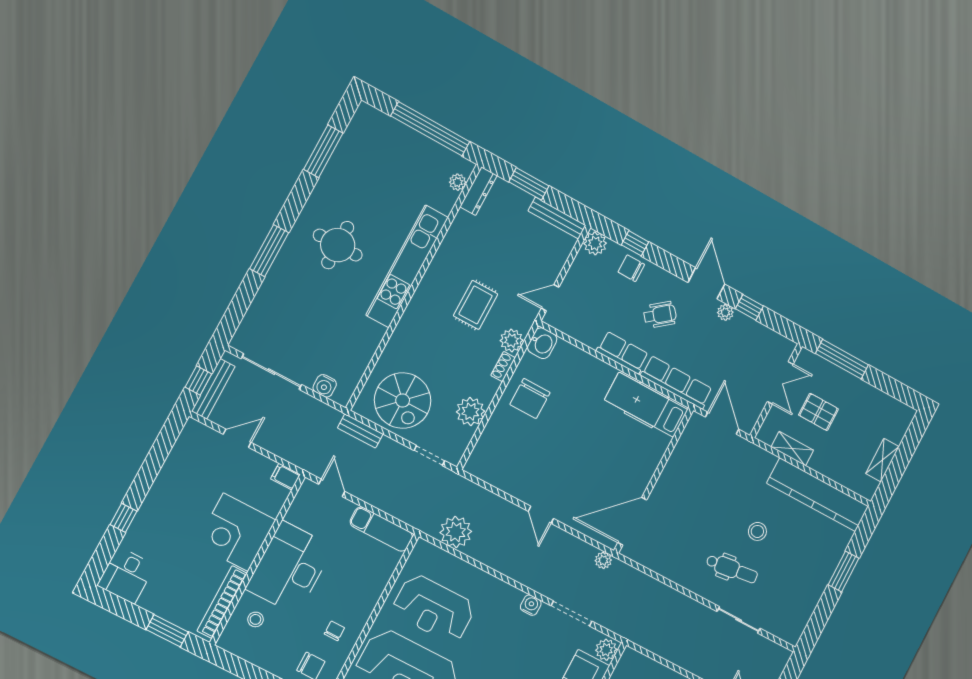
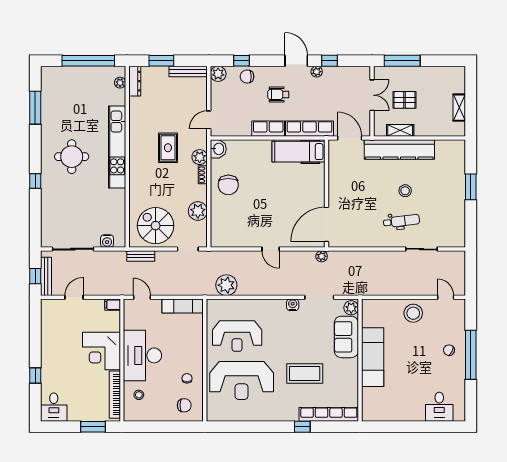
window: (269, 251) -> (35, 181), width x0.46
wheelchair: (660, 315) -> (278, 94), turned -141
spiral stairs: (403, 400) -> (156, 226), turned 180
kitchen counter: (818, 495) -> (399, 149), moved

